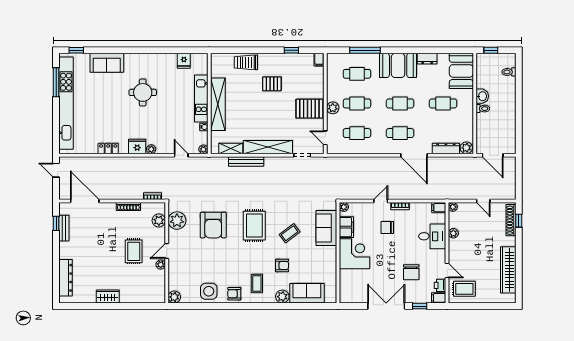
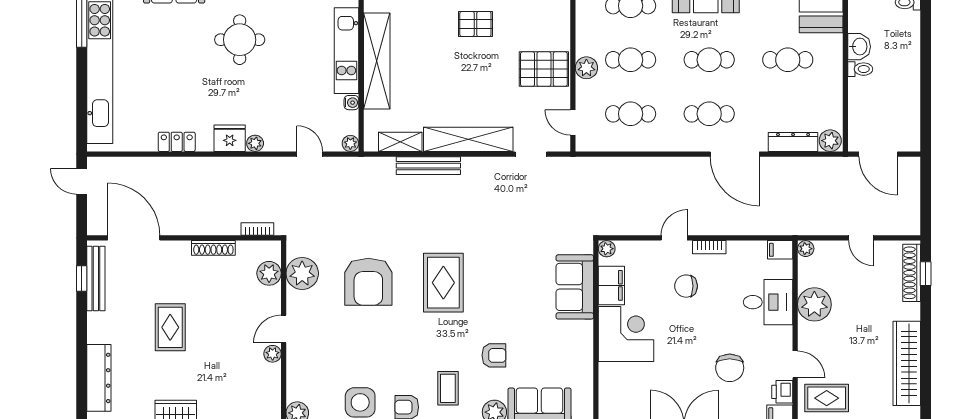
bench: (64, 228) -> (96, 278), width x1.36
coffee table: (290, 233) -> (508, 297), removed
plant: (453, 233) -> (814, 304), width x1.87, depth x1.87
rug: (134, 251) -> (170, 327), moved

